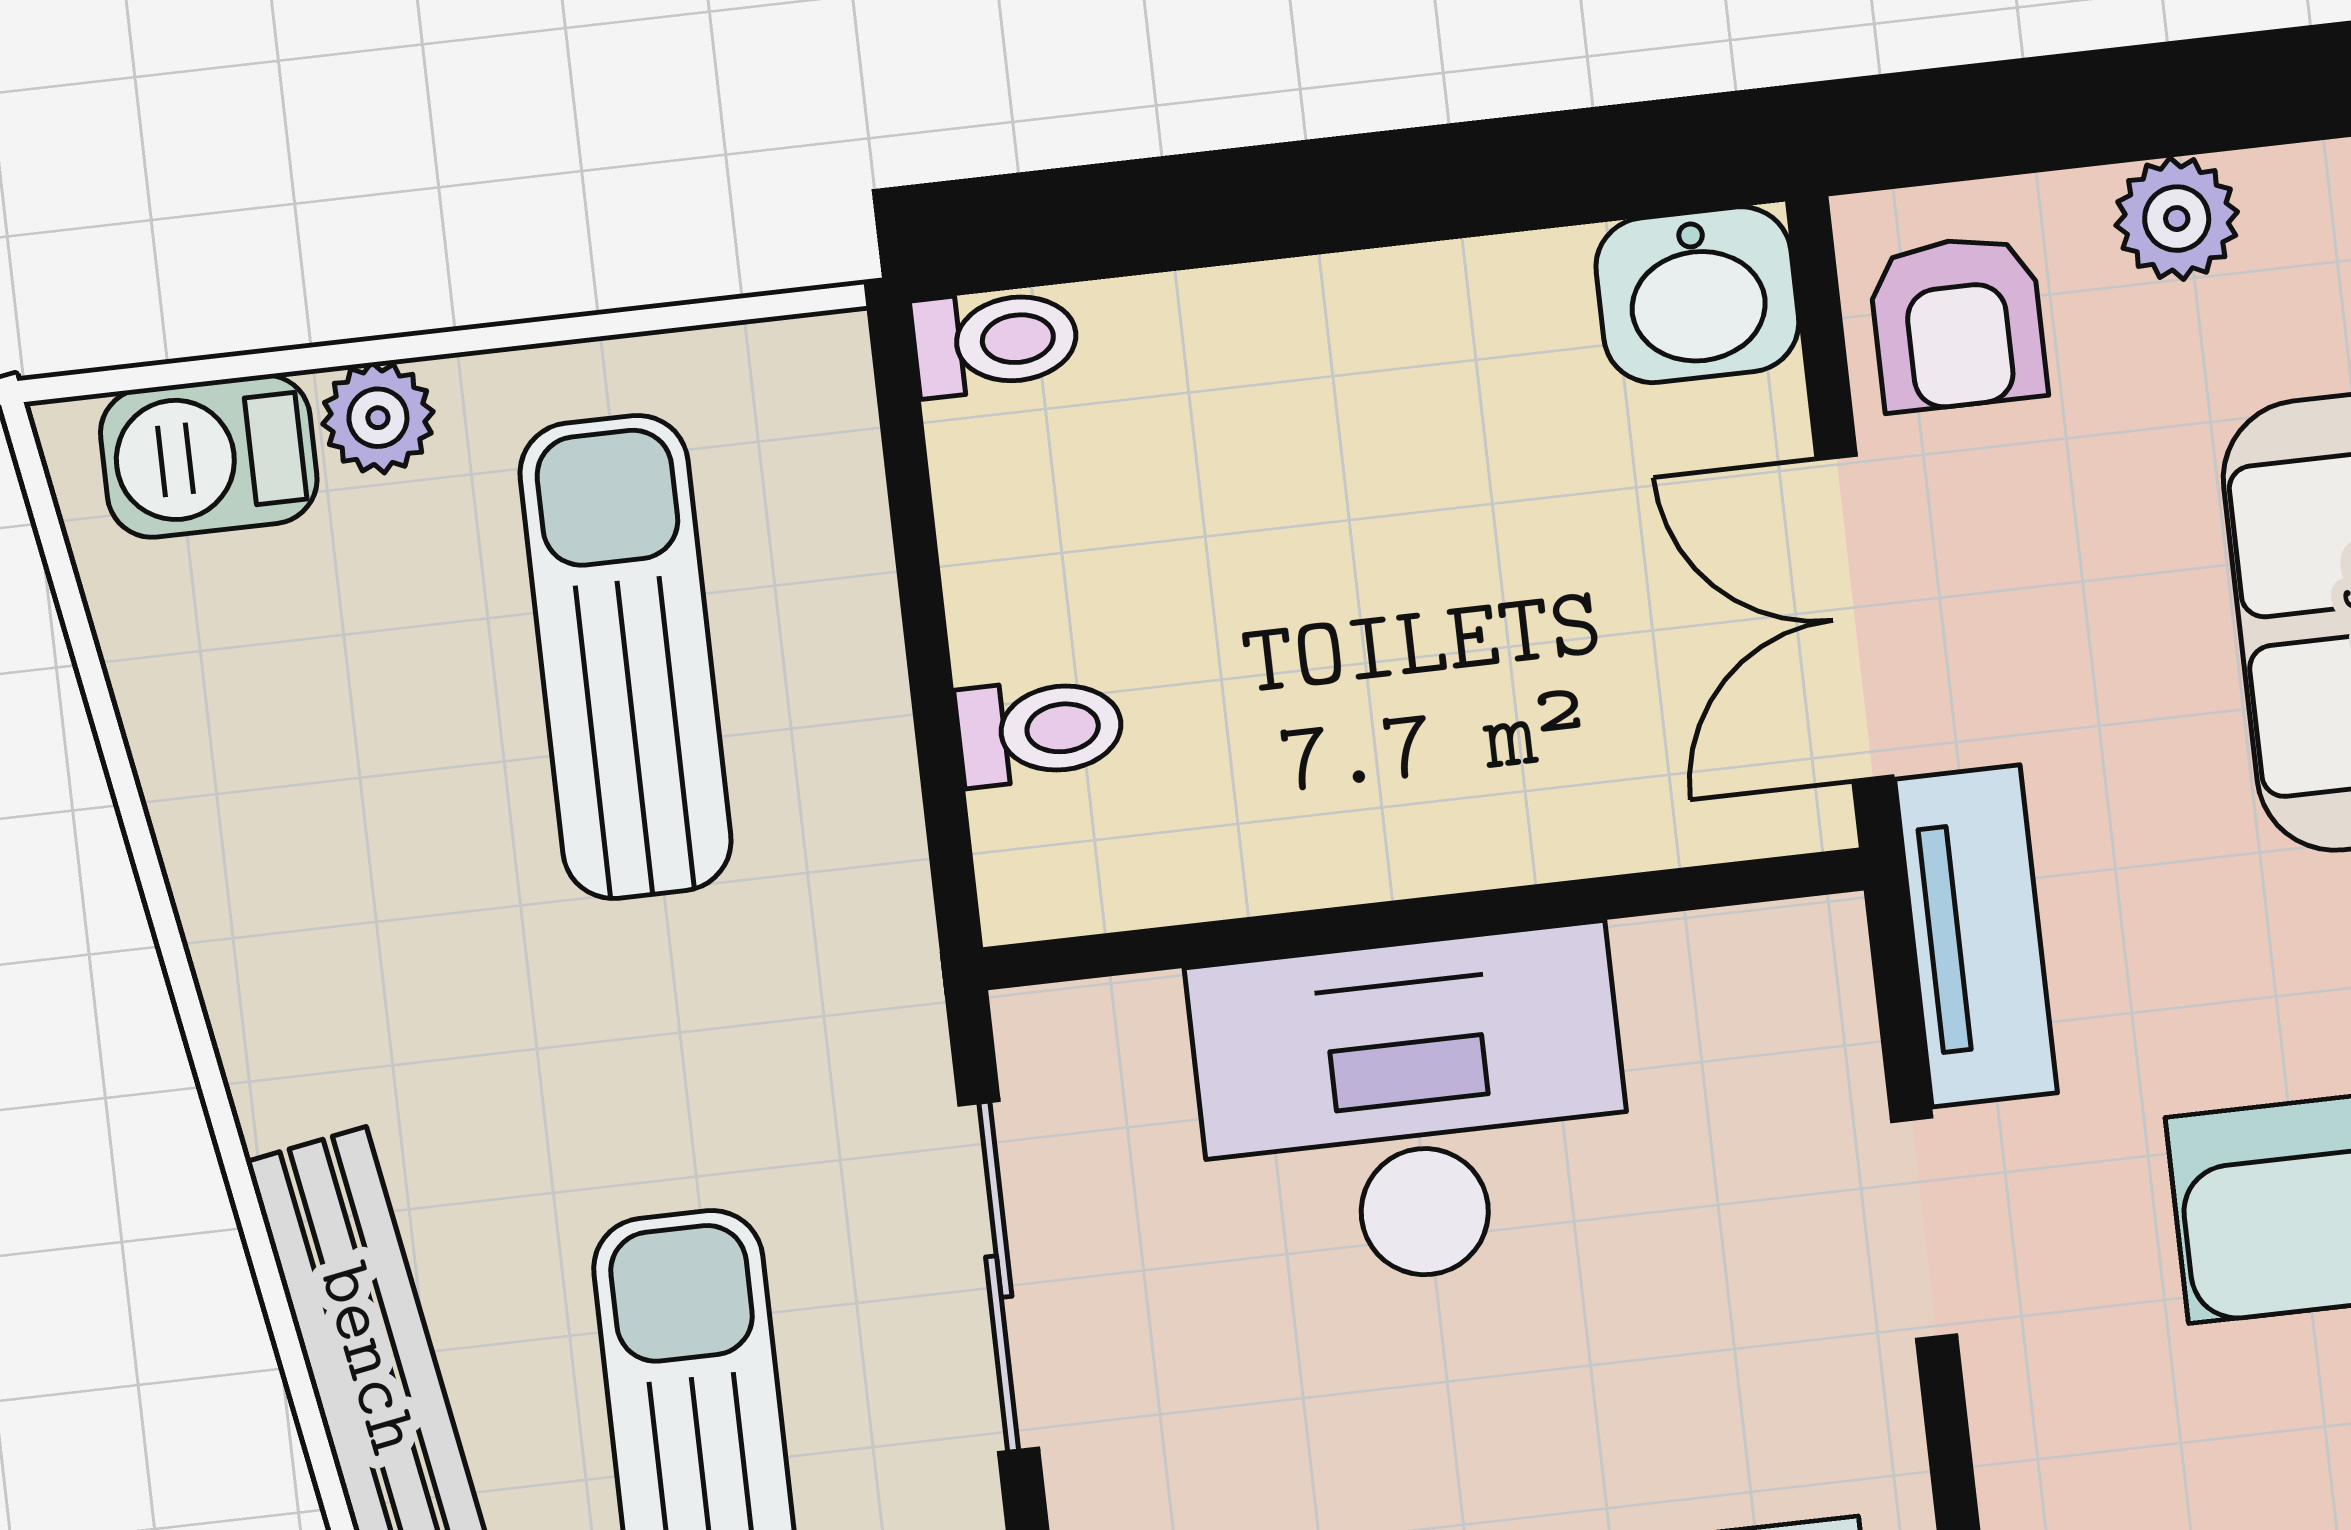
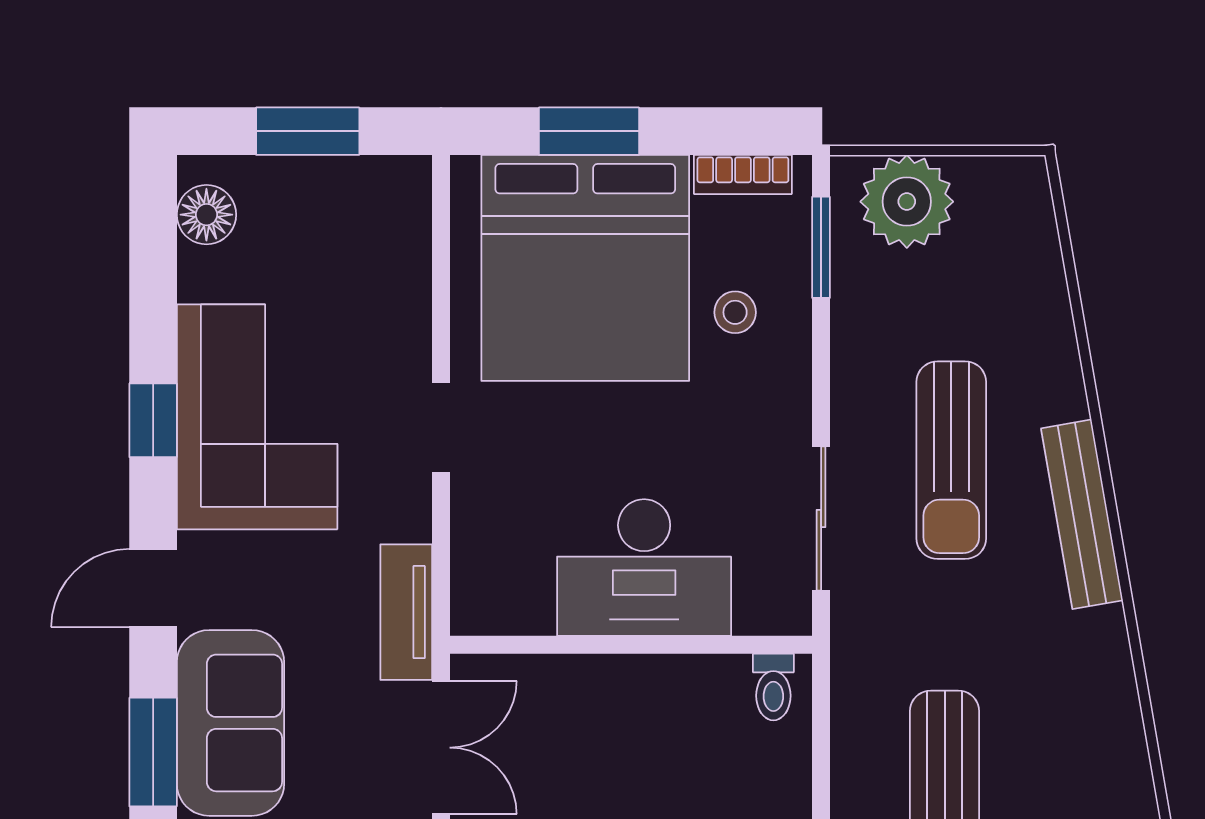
toilet: (1040, 730) -> (773, 687), moved, turned -90
doorway: (1924, 1228) -> (441, 428), moved

